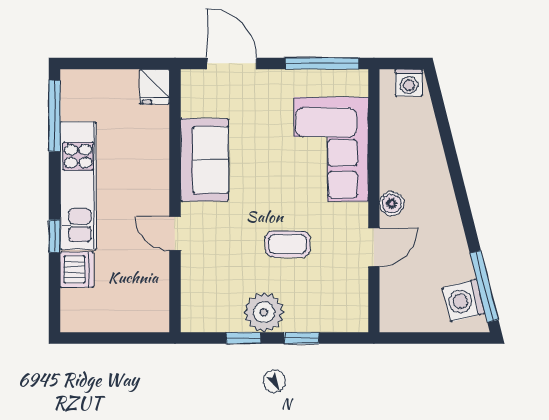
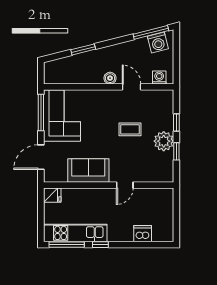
washing machine: (409, 83) -> (159, 77), moved, turned -90
corner sofa: (331, 149) -> (62, 116), moved, turned -90
window: (450, 149) -> (83, 49), added
kitchen unit: (78, 186) -> (75, 233), moved
window: (55, 236) -> (100, 245), moved
coffee table: (288, 244) -> (130, 129), turned 90

